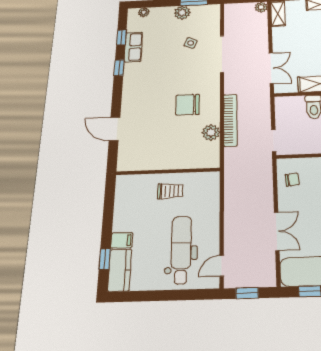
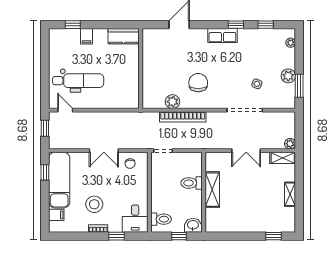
row of seats: (133, 47) -> (222, 36), moved
double door: (271, 68) -> (246, 151), moved
trolley: (170, 191) -> (124, 71), removed
double door: (277, 231) -> (104, 151), moved
kitchen counter: (120, 270) -> (124, 36), moved

